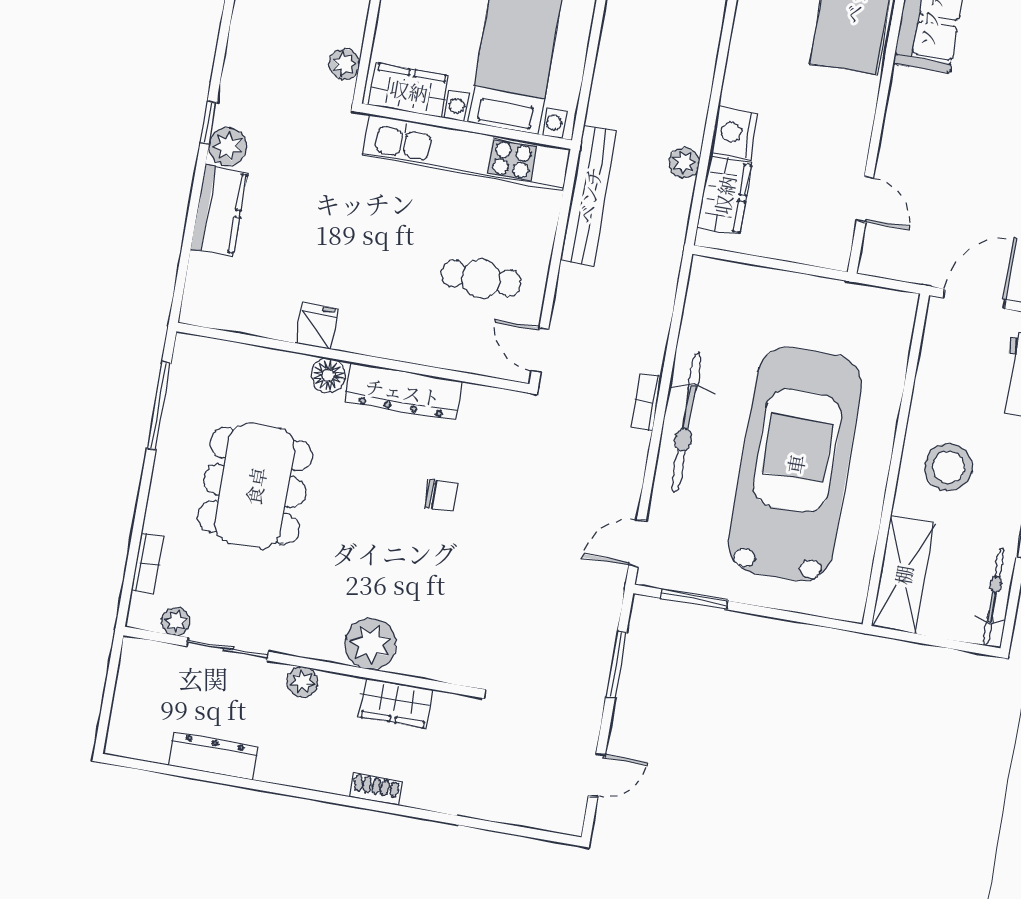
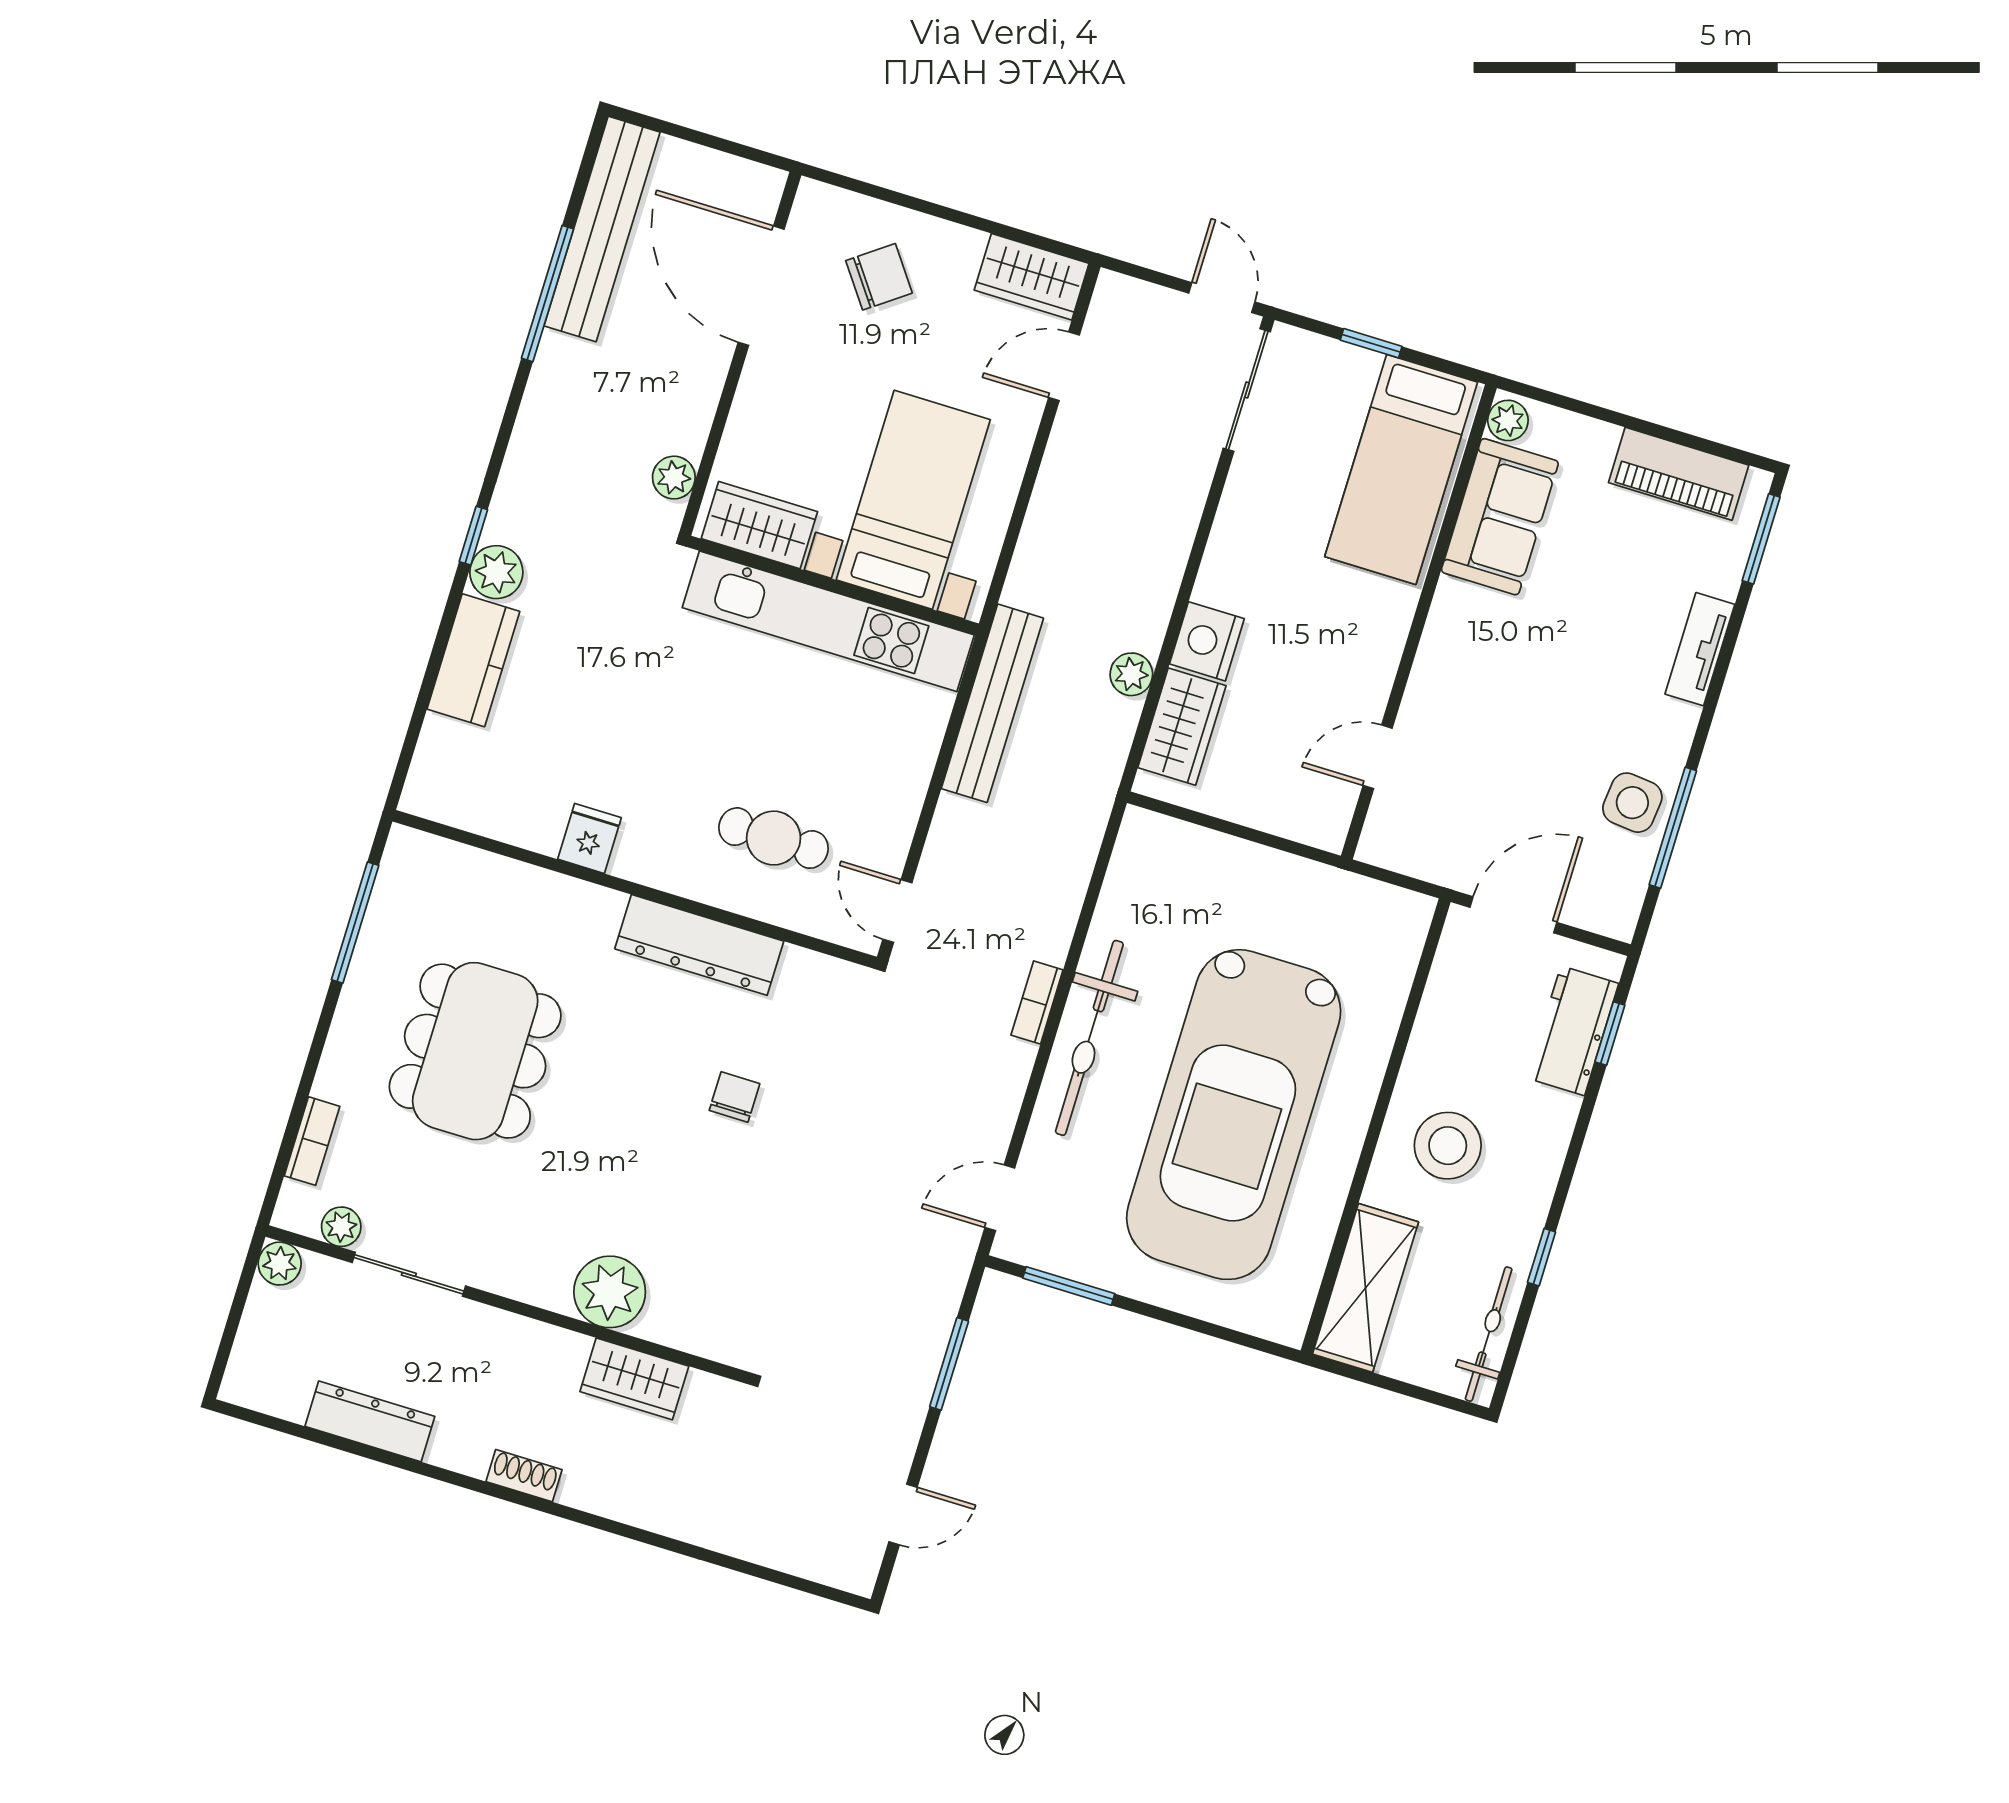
door: (865, 199) -> (1378, 757), swing flipped
cafe table: (481, 278) -> (774, 838), moved
floor lamp: (328, 375) -> (597, 909), removed
car: (795, 464) -> (1234, 1115), turned 180
chair: (442, 495) -> (734, 1097), turned -90
plant: (302, 682) -> (280, 1264), moved
shoe rack: (376, 789) -> (524, 1476), moved

